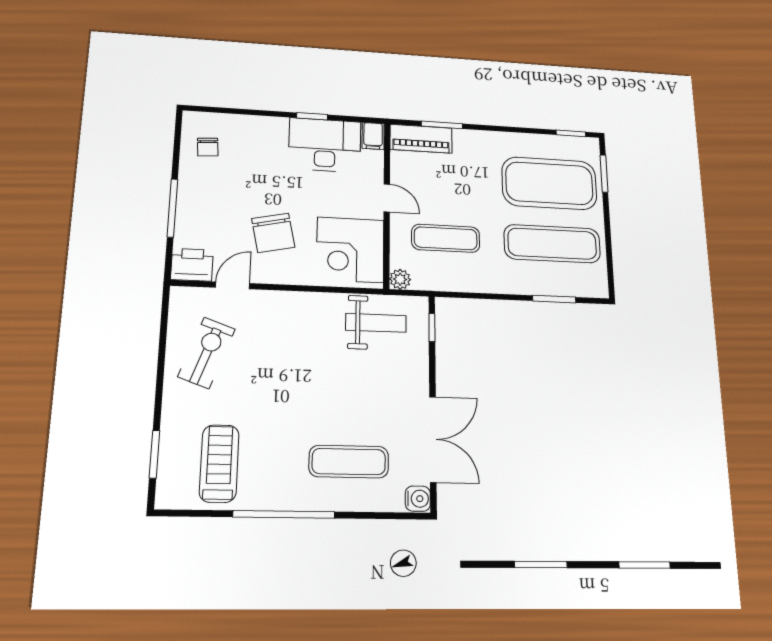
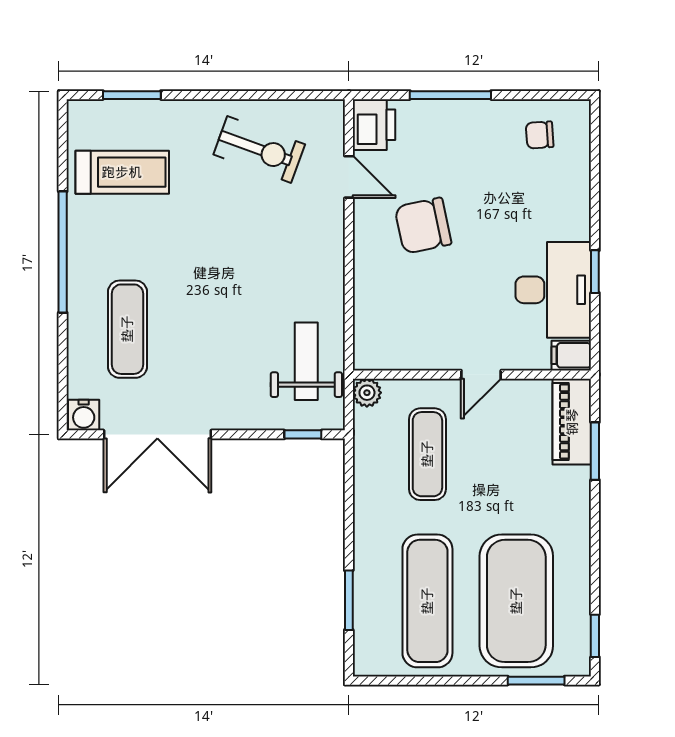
corner desk: (350, 250) -> (405, 327), removed
weight bench: (376, 323) -> (306, 361), turned 180

